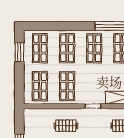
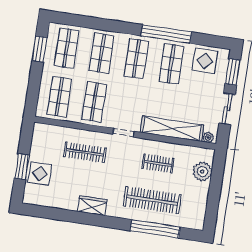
clothes rail: (66, 126) -> (85, 152), width x1.36

